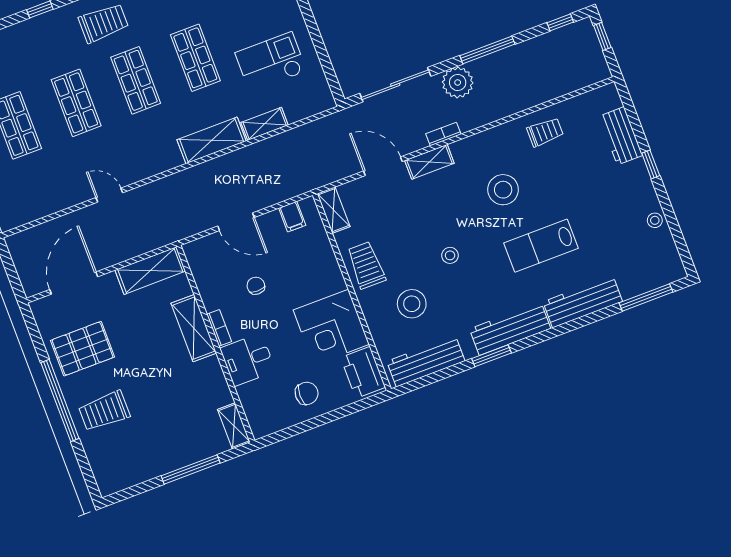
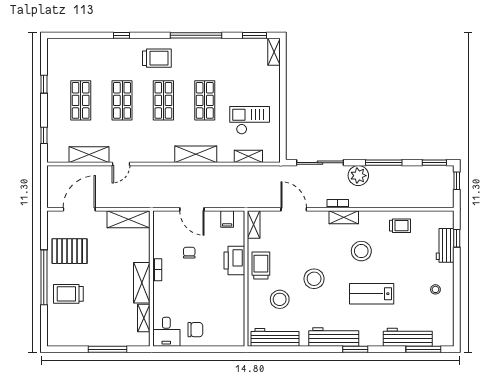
window: (560, 22) -> (434, 163), width x1.50
shelving: (265, 124) -> (248, 156), moved
shelving: (429, 162) -> (344, 217), moved
window: (651, 164) -> (457, 238), moved
door: (109, 195) -> (121, 164), swing flipped
shelving: (58, 199) -> (89, 155), added
stool: (655, 220) -> (435, 289), moved
stool: (450, 255) -> (314, 279), width x1.89, depth x1.89
workbench: (583, 302) -> (408, 337), moved
corner desk: (331, 327) -> (225, 295), removed
shelving: (194, 328) -> (142, 283), moved
window: (492, 356) -> (355, 349), moved
desk: (248, 360) -> (166, 332), moved, turned -90
printer: (363, 372) -> (234, 260), moved
shelving: (234, 426) -> (144, 318), moved

